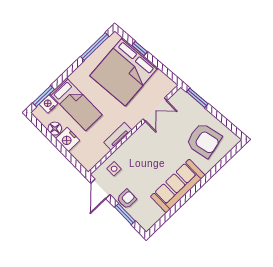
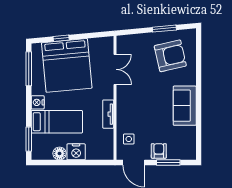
window: (197, 98) -> (164, 29), moved
nightstand: (48, 104) -> (38, 102), moved
sofa: (178, 186) -> (185, 106), width x0.73

